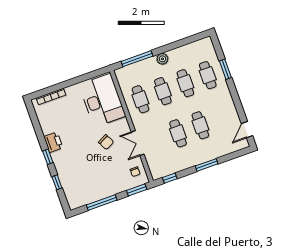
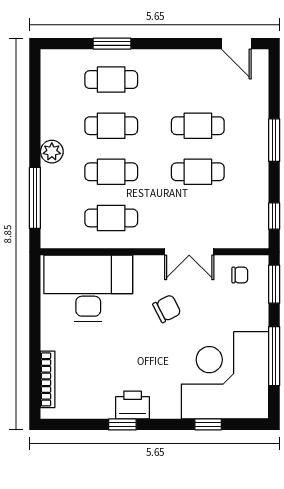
window: (48, 157) -> (122, 424), moved
corner desk: (84, 182) -> (225, 375), added

